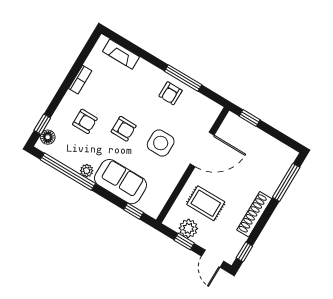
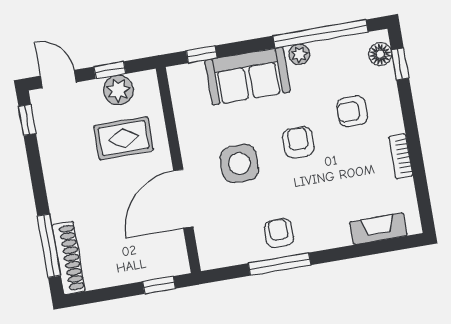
armchair: (124, 129) -> (298, 142), turned 90
shoe rack: (254, 214) -> (69, 258), moved

